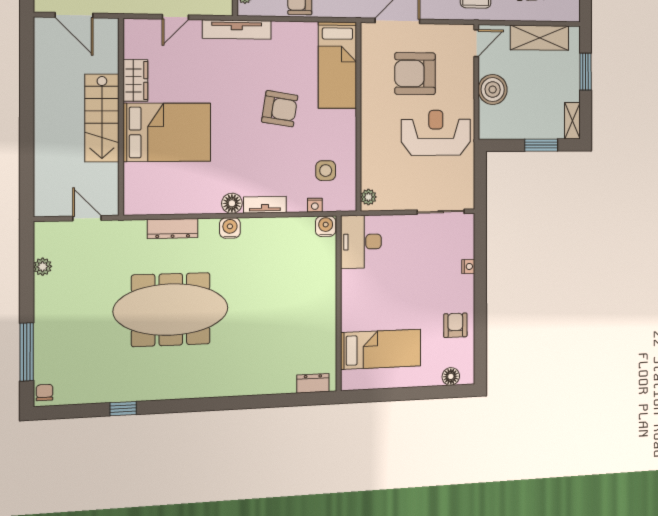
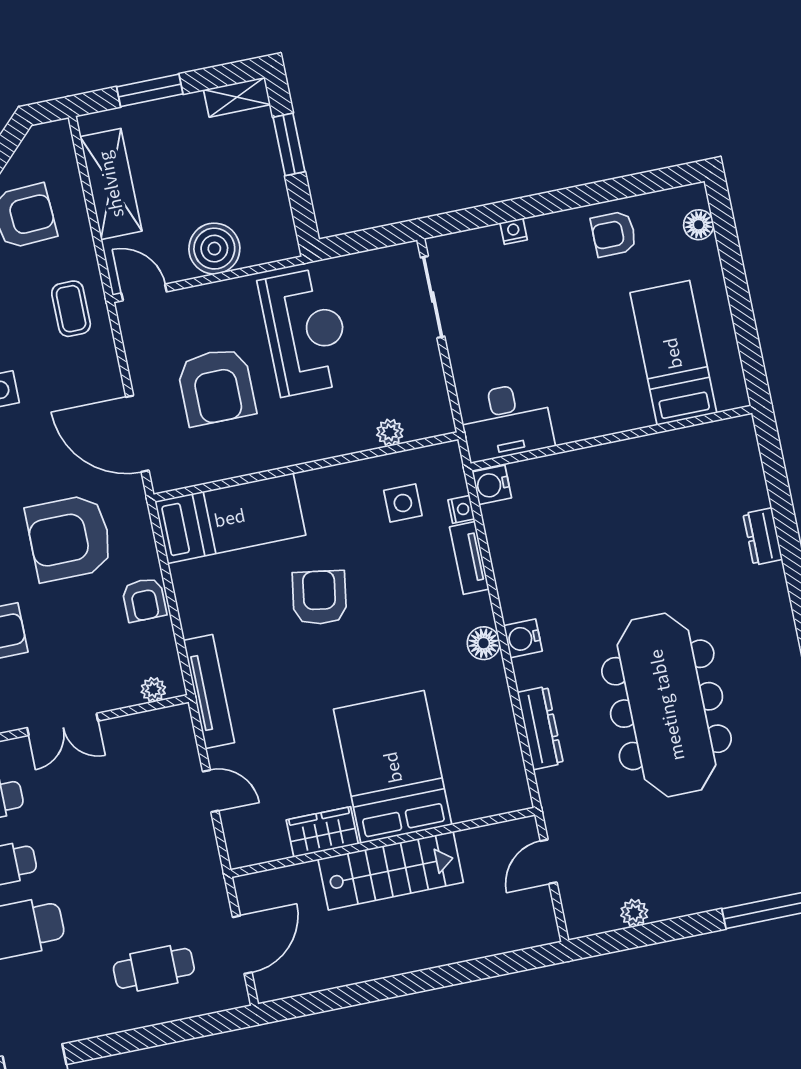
reception desk: (436, 133) -> (305, 332), turned 180
plant: (368, 197) -> (390, 432), moved
tv unit: (265, 205) -> (469, 558), moved
dresser: (313, 383) -> (763, 537), moved

